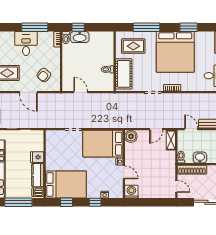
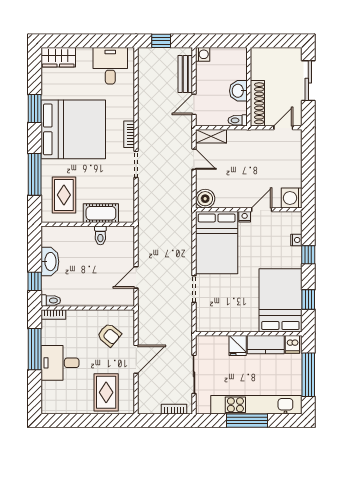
washbasin: (80, 37) -> (50, 262), moved
cot: (124, 74) -> (101, 213), width x0.73, depth x0.75

